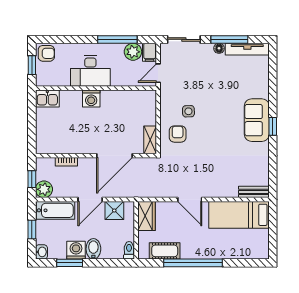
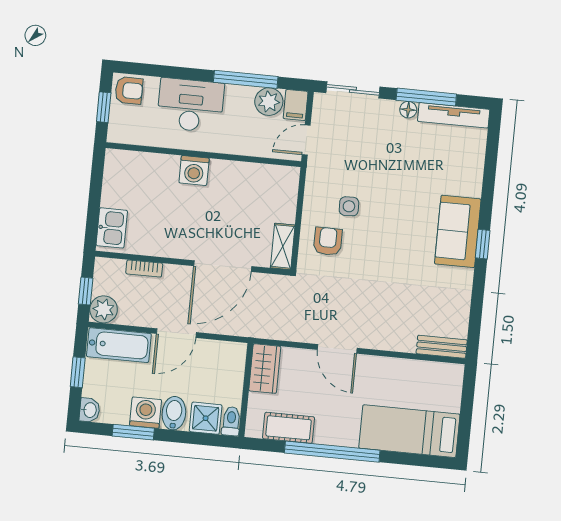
desk: (90, 71) -> (191, 105), moved, turned 180
kitchen sink: (47, 99) -> (112, 228), moved, turned -90
shower: (114, 211) -> (206, 418), moved
bed: (239, 215) -> (409, 431), moved

